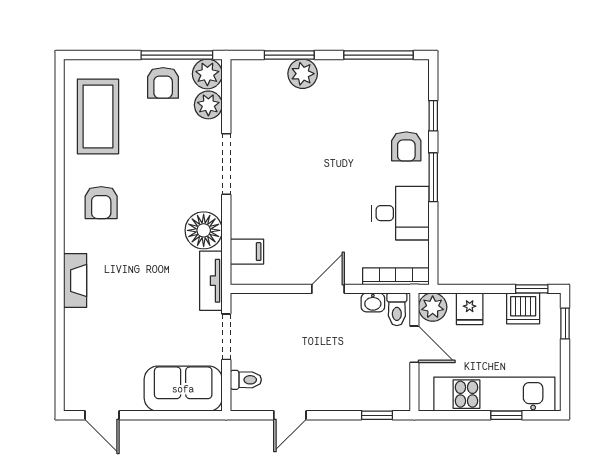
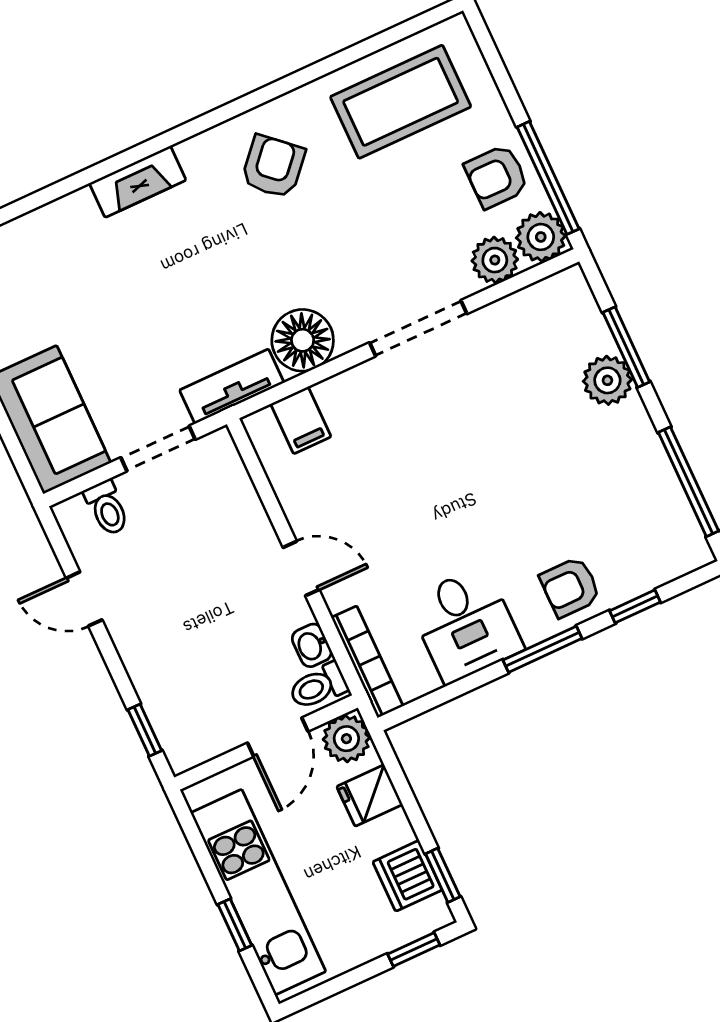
armchair: (101, 203) -> (273, 167), turned 132

